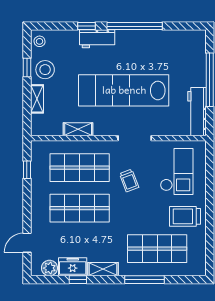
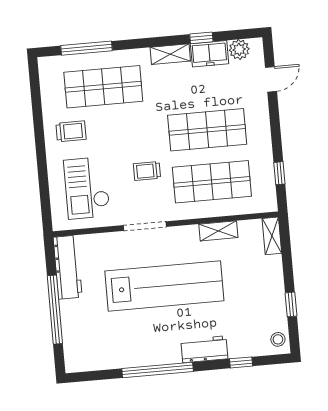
window: (87, 26) -> (241, 362), moved
stool: (45, 70) -> (268, 304), removed
shelving: (37, 99) -> (272, 236), moved
trolley: (129, 181) -> (147, 171), turned -69
trolley: (185, 216) -> (71, 131), width x0.73, depth x0.72
window: (144, 280) -> (86, 48), moved

